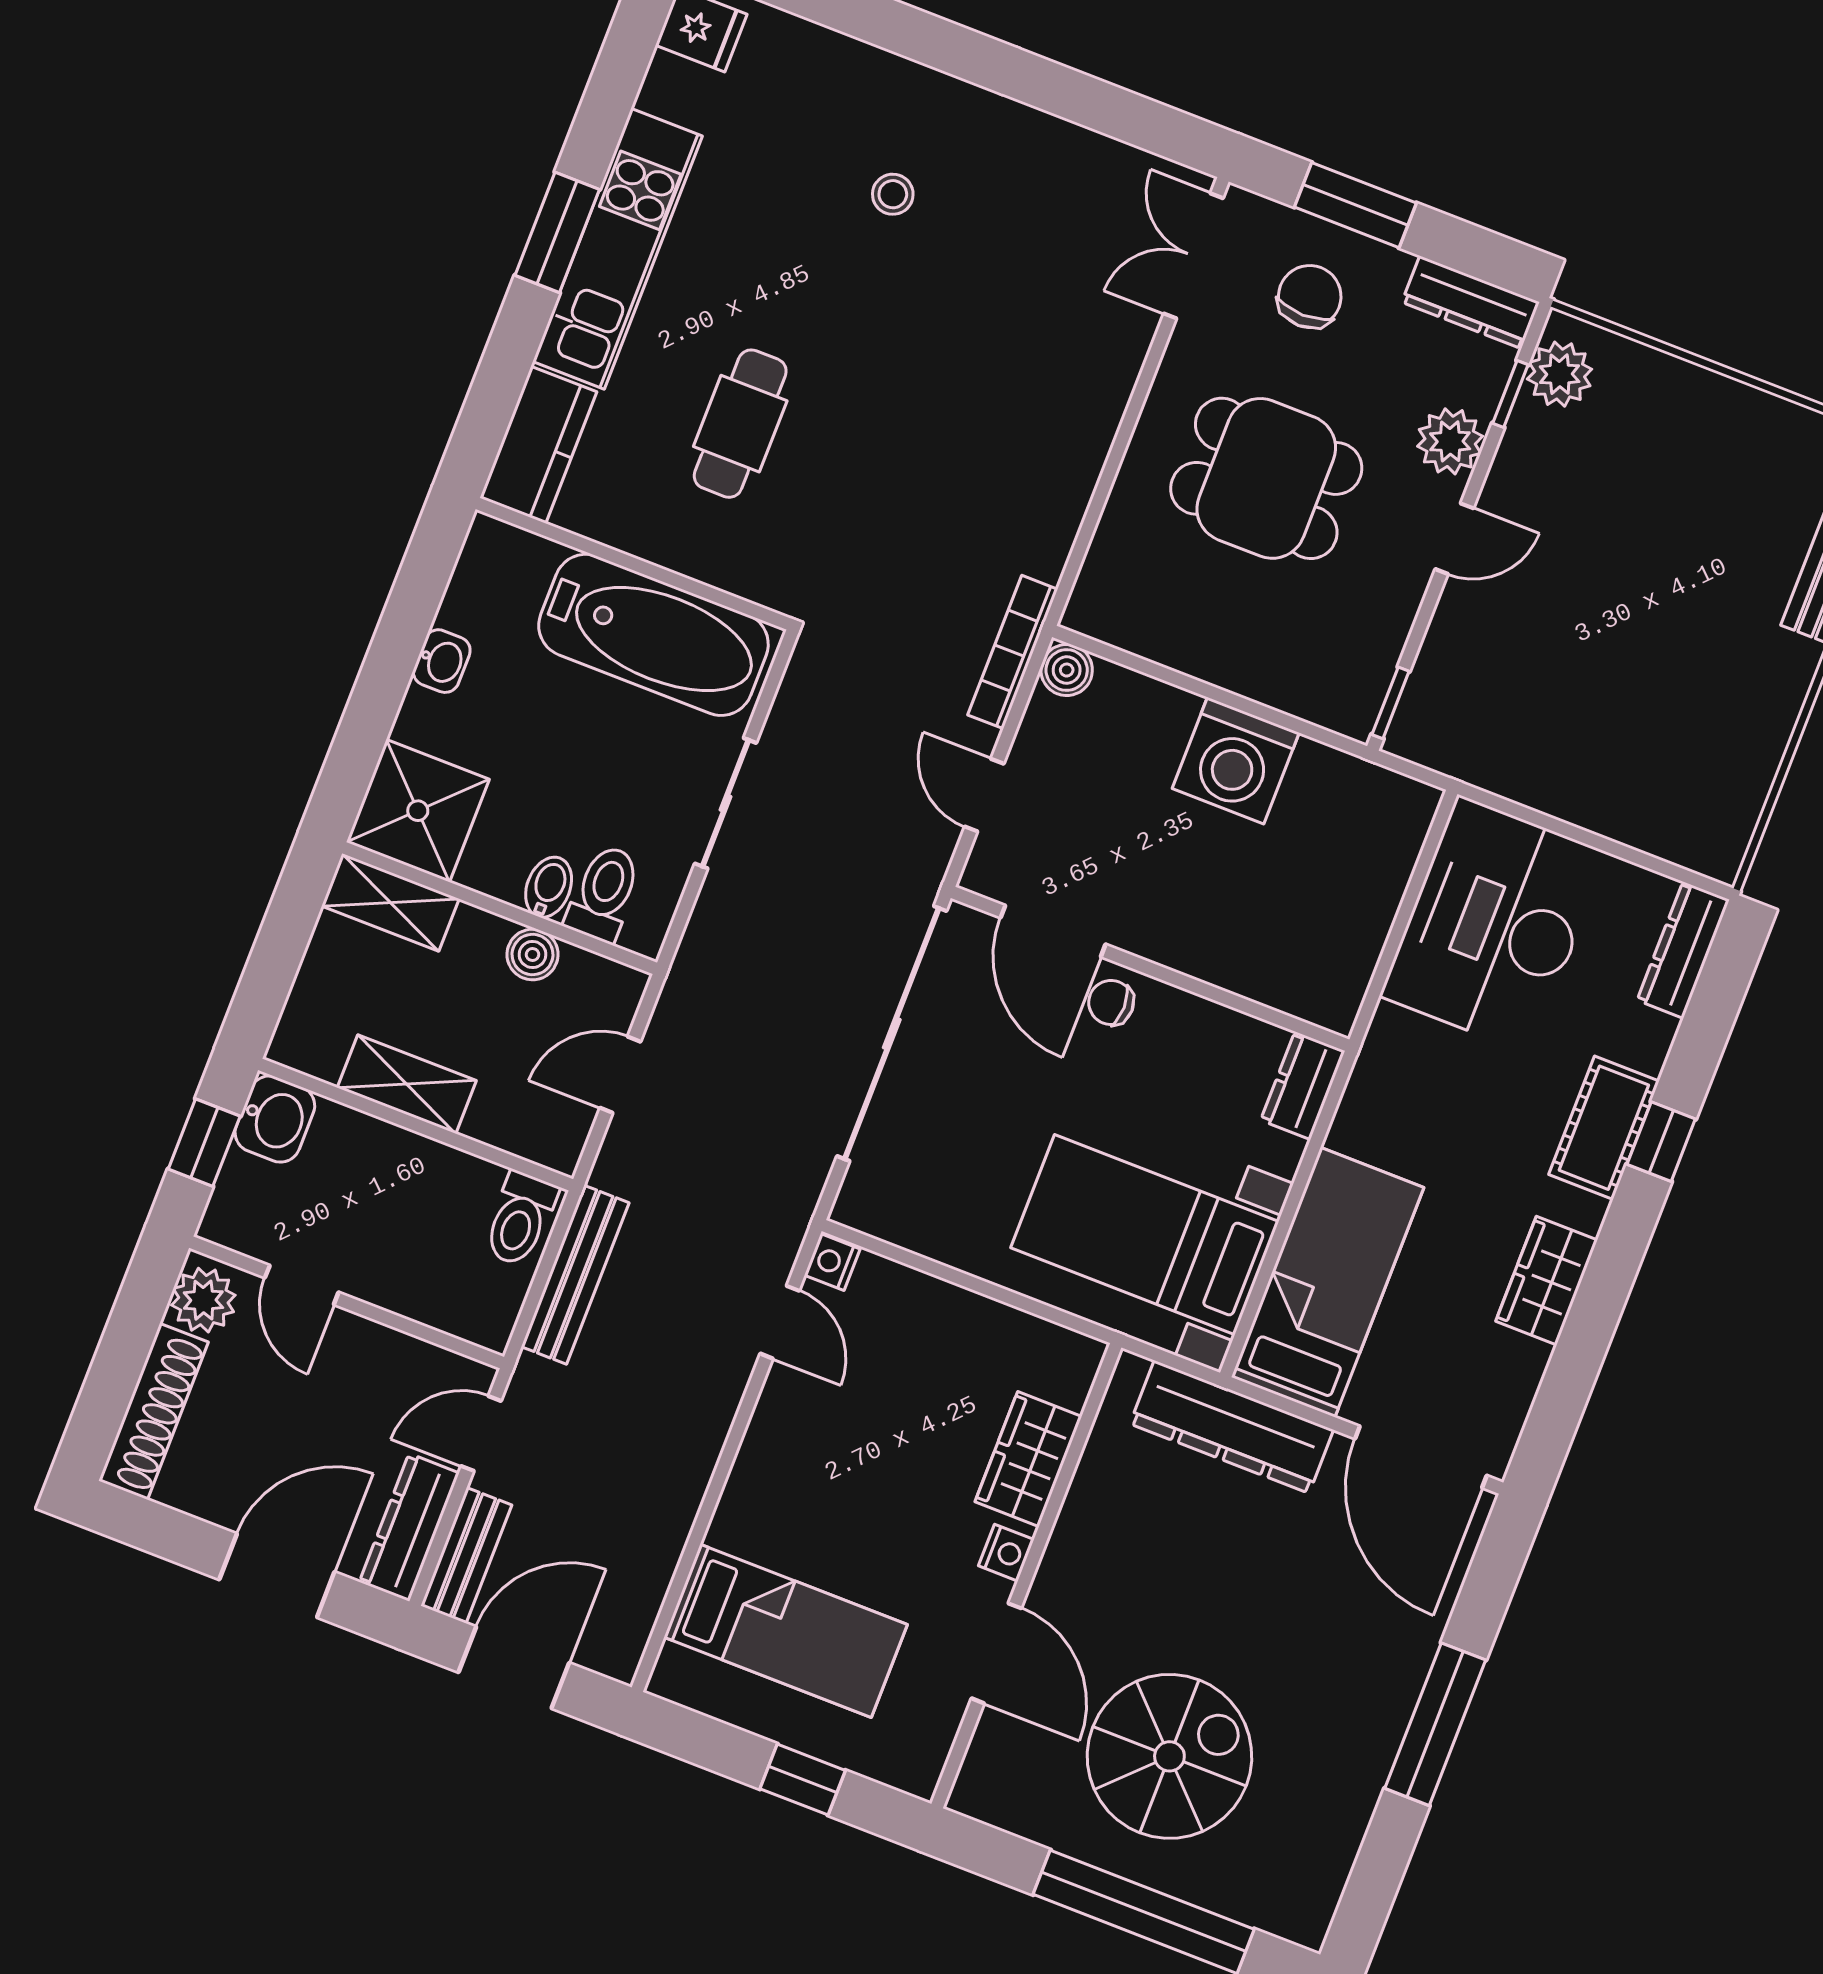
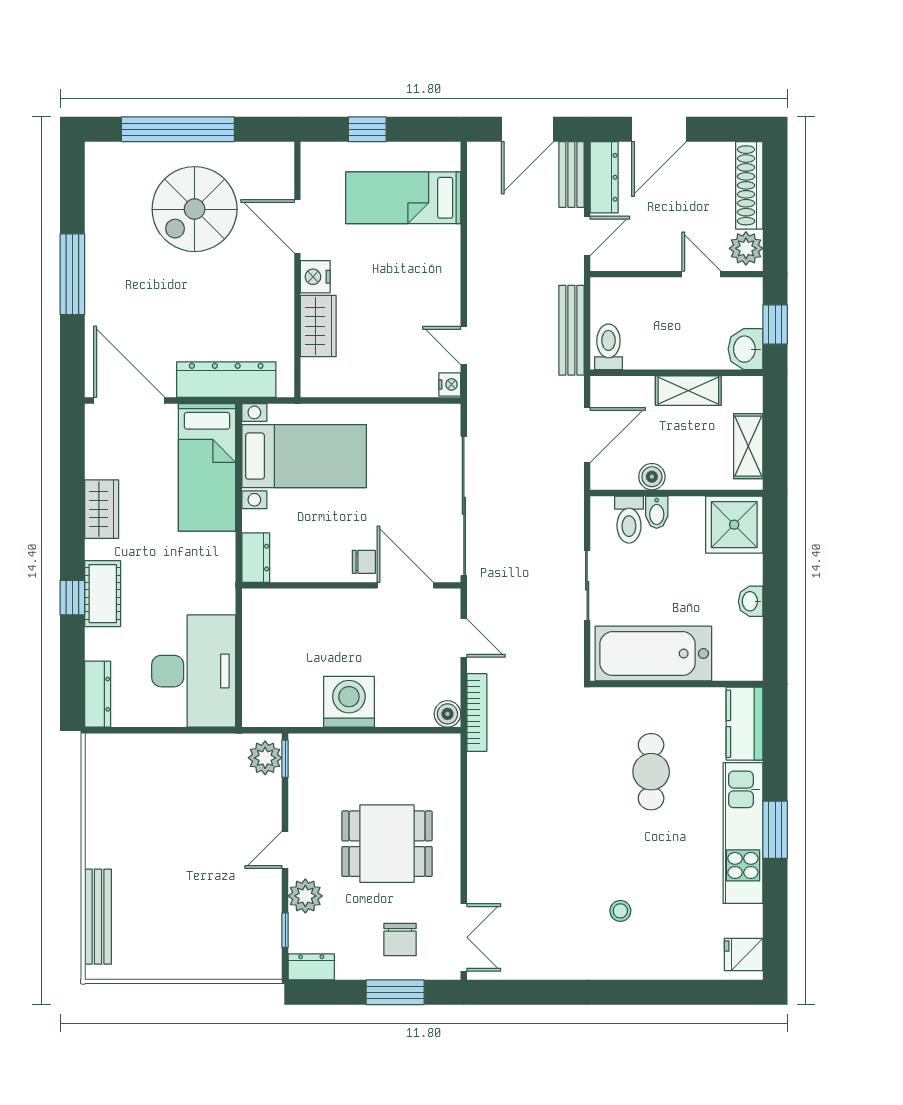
dresser: (1471, 302) -> (311, 967), width x0.70
plant: (1560, 374) -> (265, 758), moved
shelving: (390, 902) -> (748, 446), moved, turned 90
door: (620, 1075) -> (587, 435), width x1.38
nightstand: (1006, 1553) -> (315, 277), width x1.39, depth x1.35

